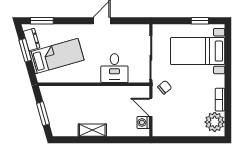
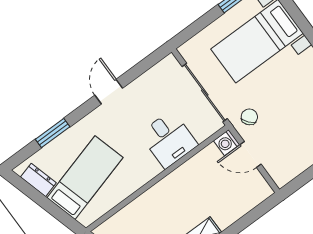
window: (42, 21) -> (53, 133), moved
window: (25, 50) -> (40, 199), removed
washing machine: (143, 122) -> (227, 143), moved

